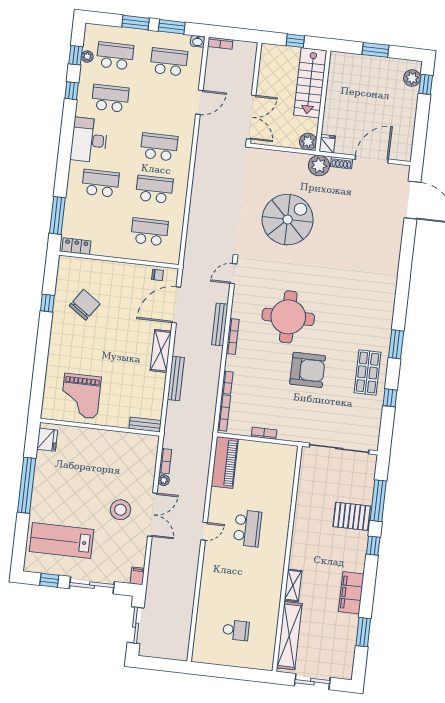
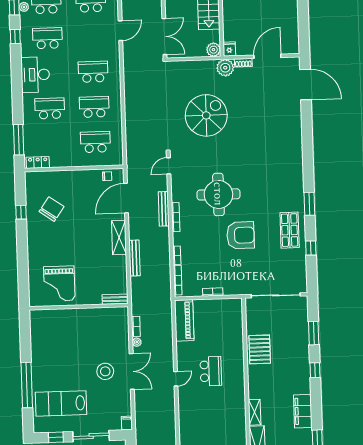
fridge: (47, 440) -> (37, 323), removed
window: (27, 485) -> (27, 385), moved
window: (378, 501) -> (314, 333), width x0.69
pallet: (352, 516) -> (260, 349), moved, turned 90

